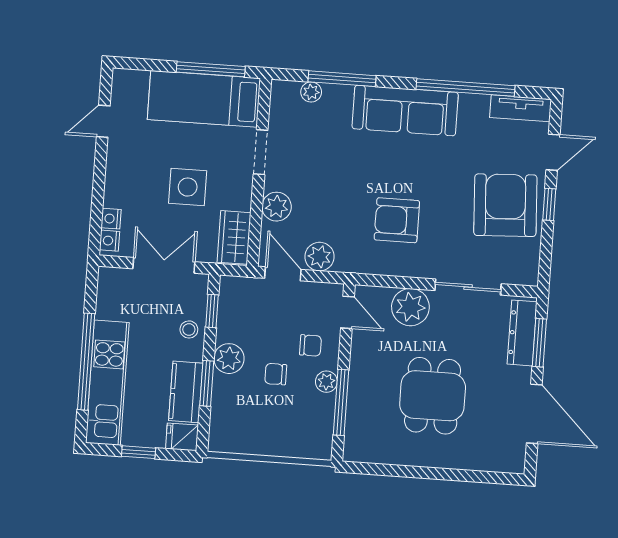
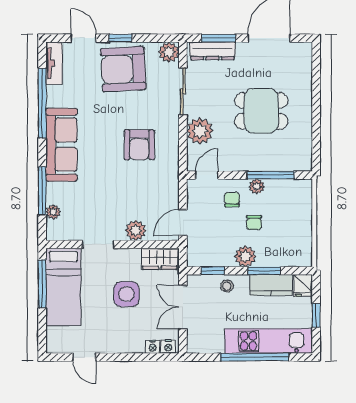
plant: (320, 257) -> (169, 52), moved

